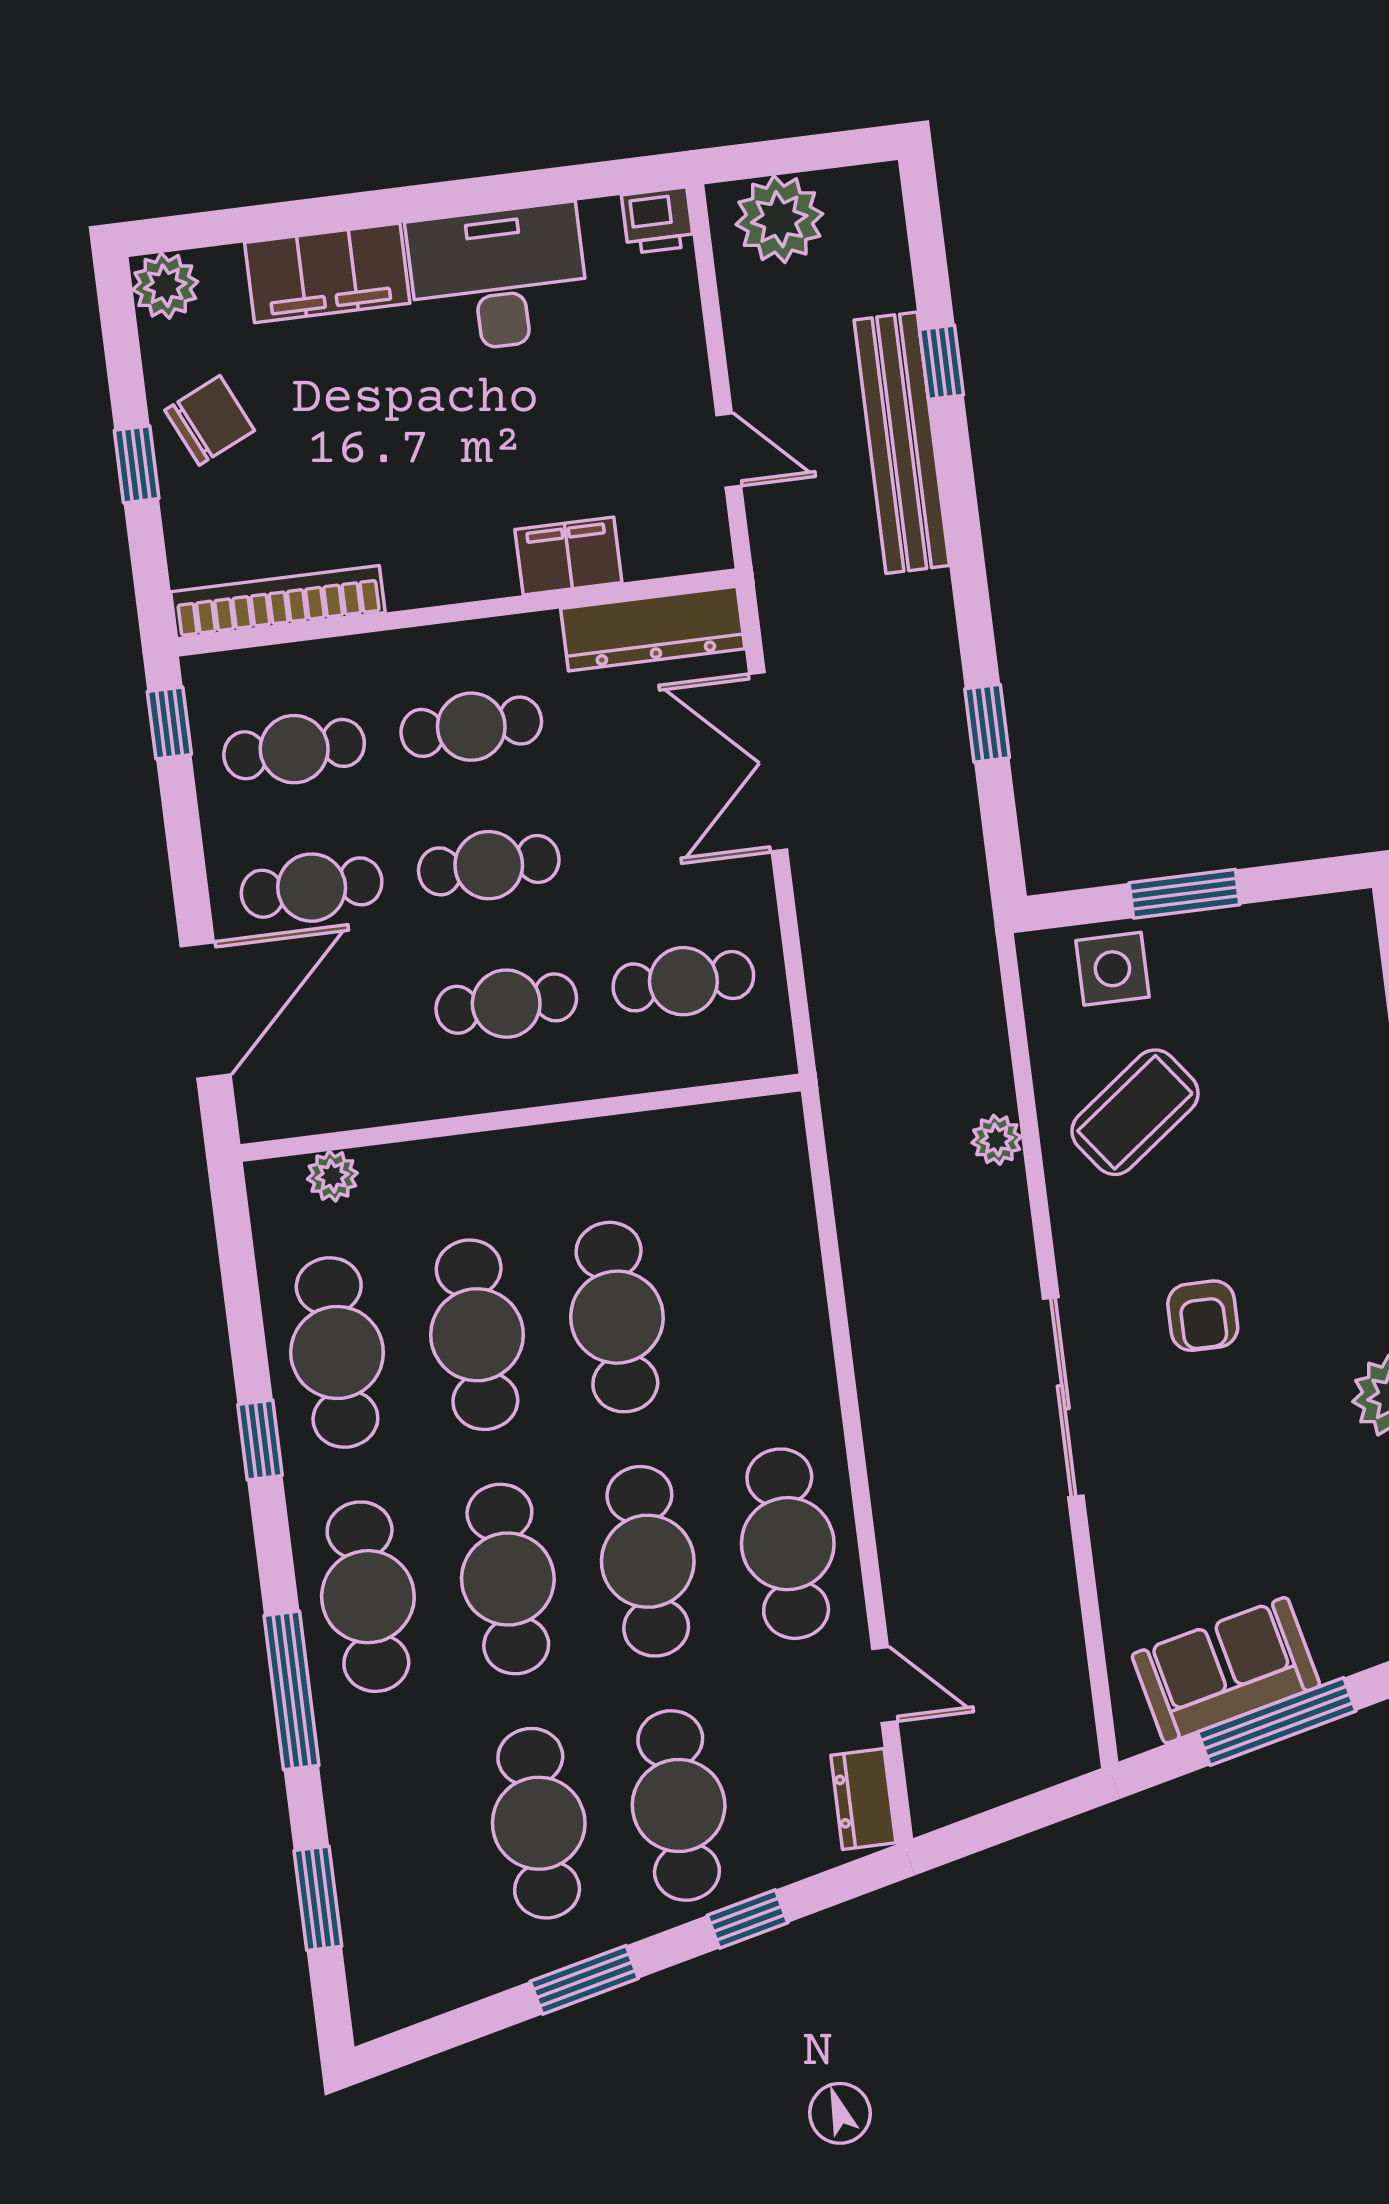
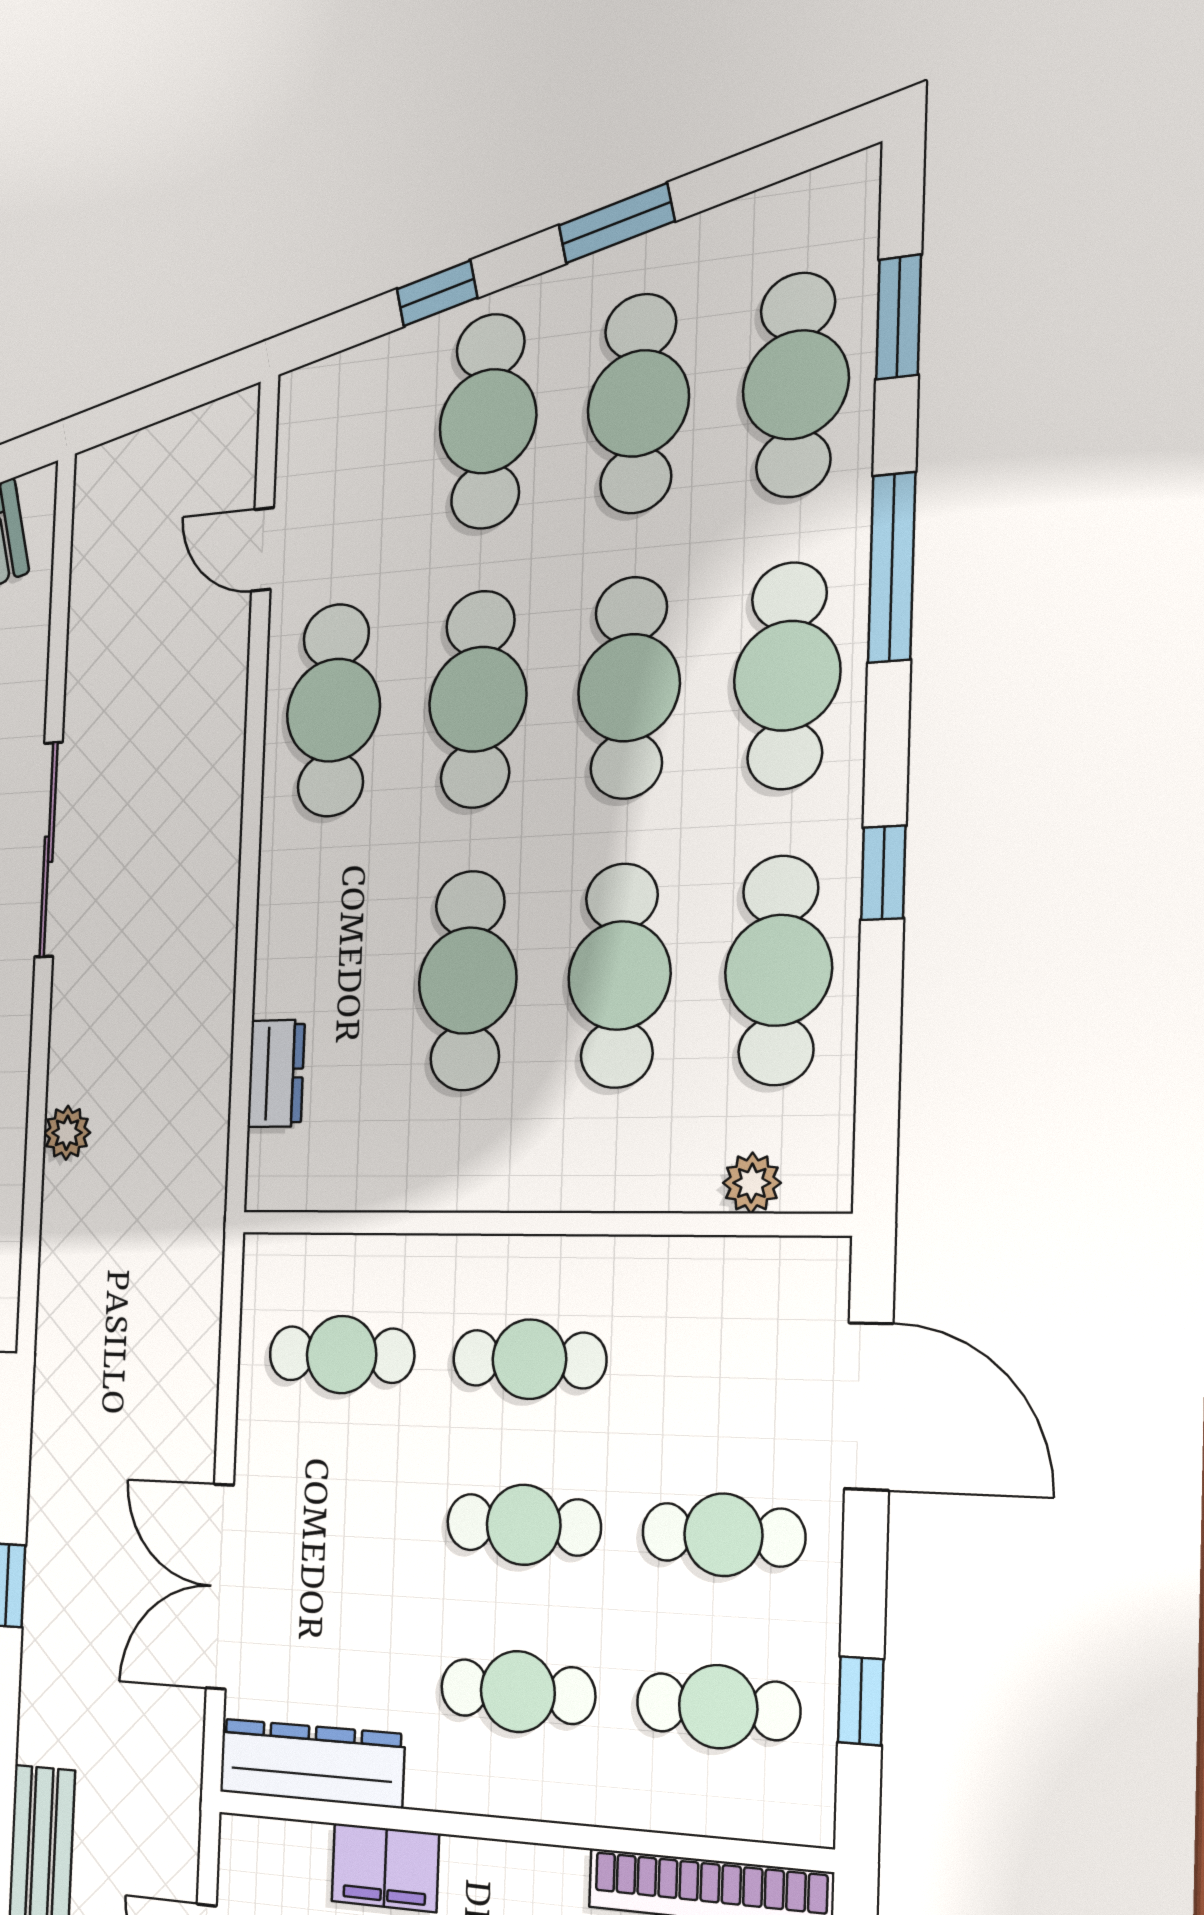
window: (169, 723) -> (861, 1701), moved
double door: (768, 762) -> (220, 1586), swing flipped
door: (206, 1010) -> (869, 1406), swing flipped
dresser: (863, 1799) -> (276, 1073), moved
cafe table: (399, 1841) -> (796, 385), added

